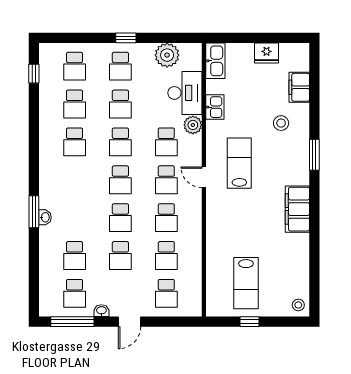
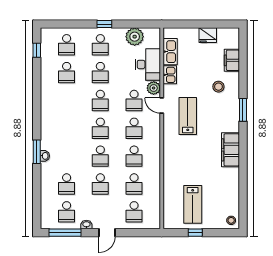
kitchen sink: (215, 61) -> (170, 52), moved
school desk: (75, 142) -> (67, 100), removed
door: (204, 177) -> (162, 106), moved

